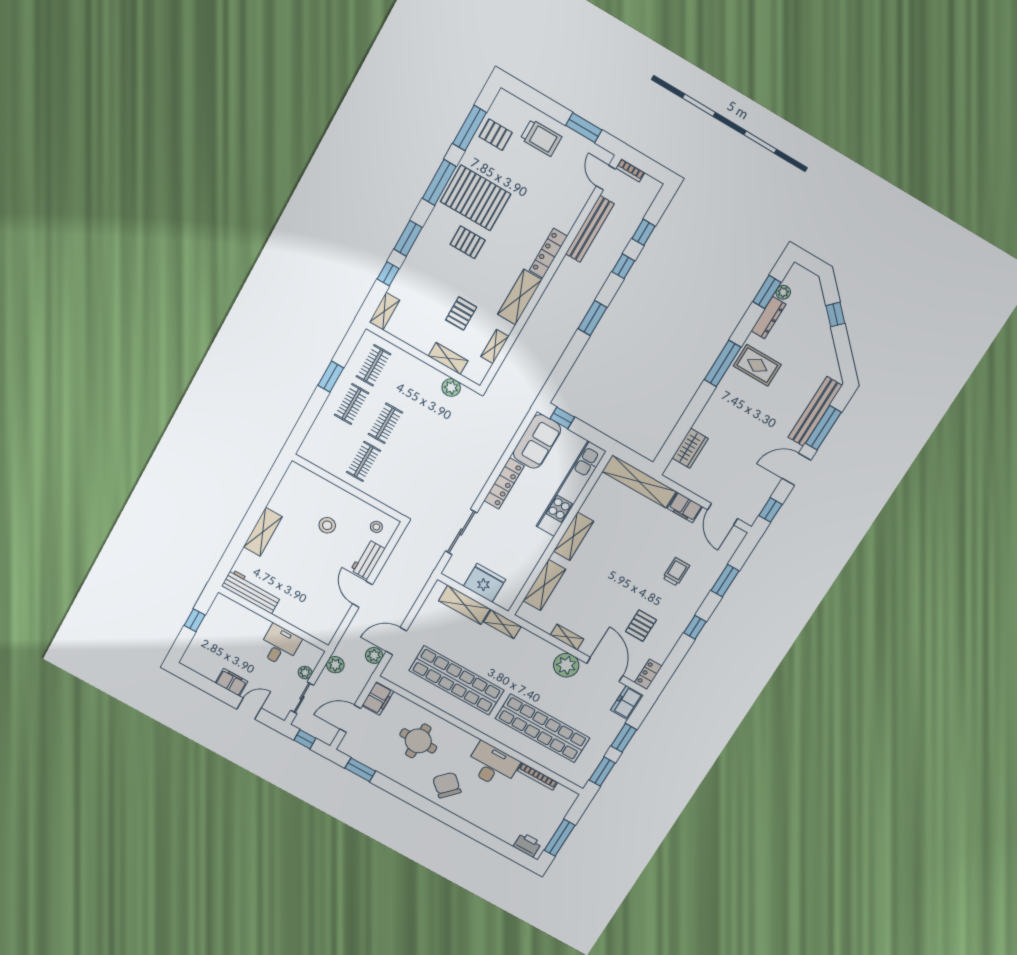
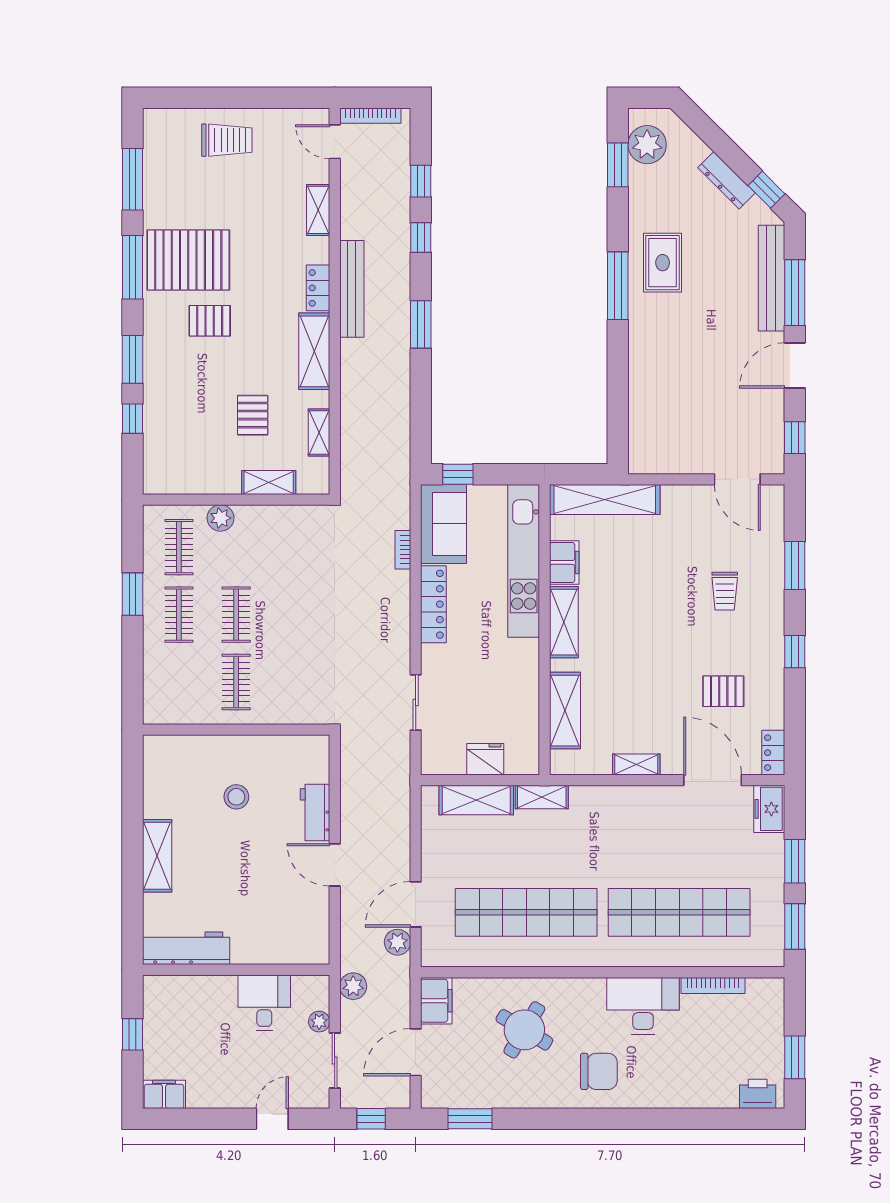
window: (584, 128) -> (272, 98), removed
pallet: (496, 135) -> (169, 169), removed
bookcase: (630, 170) -> (370, 116), width x1.56
bench: (590, 229) -> (352, 289), moved
locker: (548, 253) -> (318, 288), width x0.66
plant: (783, 292) -> (647, 145), width x1.87, depth x1.87
shelving: (384, 311) -> (318, 210), moved
window: (835, 315) -> (766, 190), moved
dresser: (768, 318) -> (727, 180), moved, turned 135
rug: (757, 365) -> (663, 263), turned 90
plant: (451, 388) -> (221, 518), moved
bookcase: (505, 442) -> (403, 550), added
wardrobe: (690, 448) -> (643, 418), removed
filing cabinet: (685, 508) -> (564, 562), moved, turned -90
stool: (376, 527) -> (302, 761), removed
sliding door: (461, 532) -> (416, 702), width x0.73
trolley: (676, 572) -> (725, 591), turned 180
fridge: (485, 583) -> (485, 759), width x0.73, depth x0.75
pallet: (641, 626) -> (723, 691), turned 90
plant: (566, 665) -> (658, 804), removed
filing cabinet: (231, 682) -> (164, 1094), moved
round table: (418, 741) -> (524, 1030), turned 31
chair: (447, 785) -> (599, 1071), turned 137
window: (560, 838) -> (795, 1057), width x0.69

